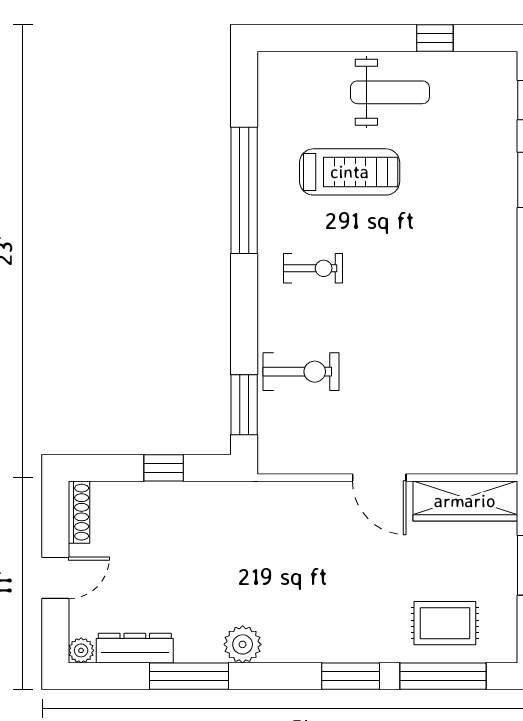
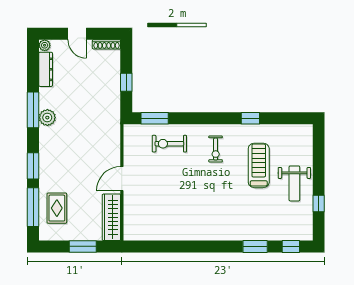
treadmill: (350, 172) -> (259, 165), turned 180
window: (244, 190) -> (250, 118), width x0.32
exercise bike: (301, 372) -> (169, 144), turned 90
window: (189, 676) -> (33, 110), moved

